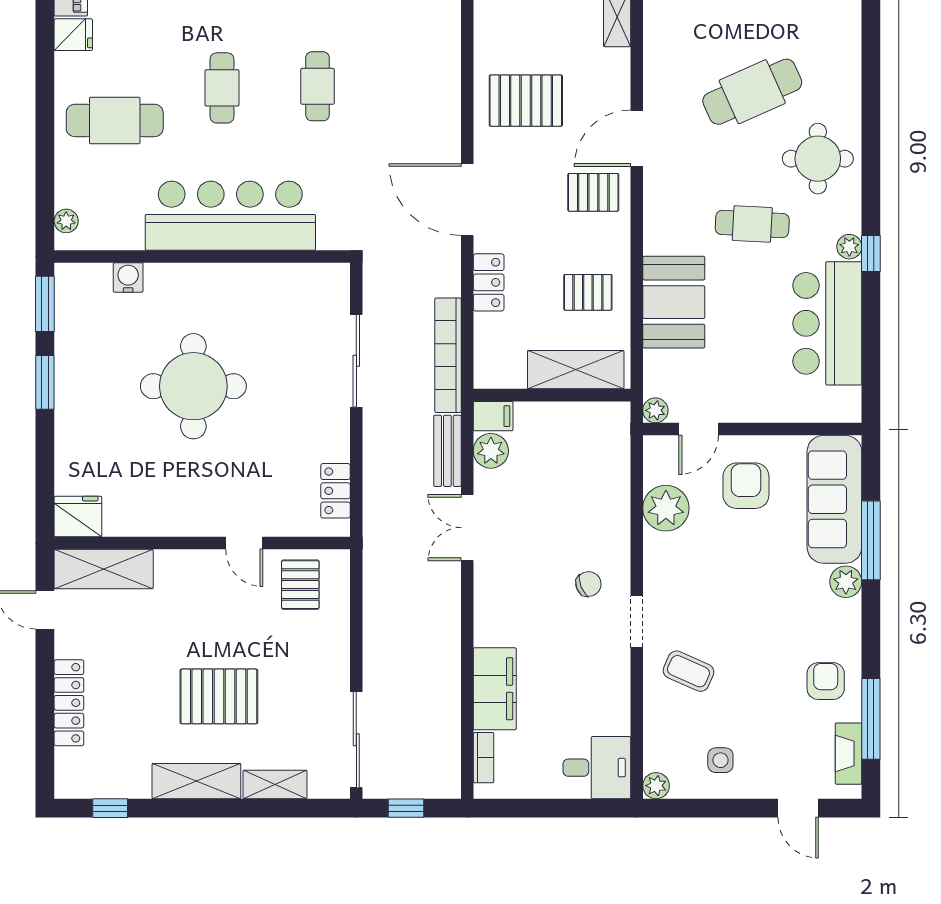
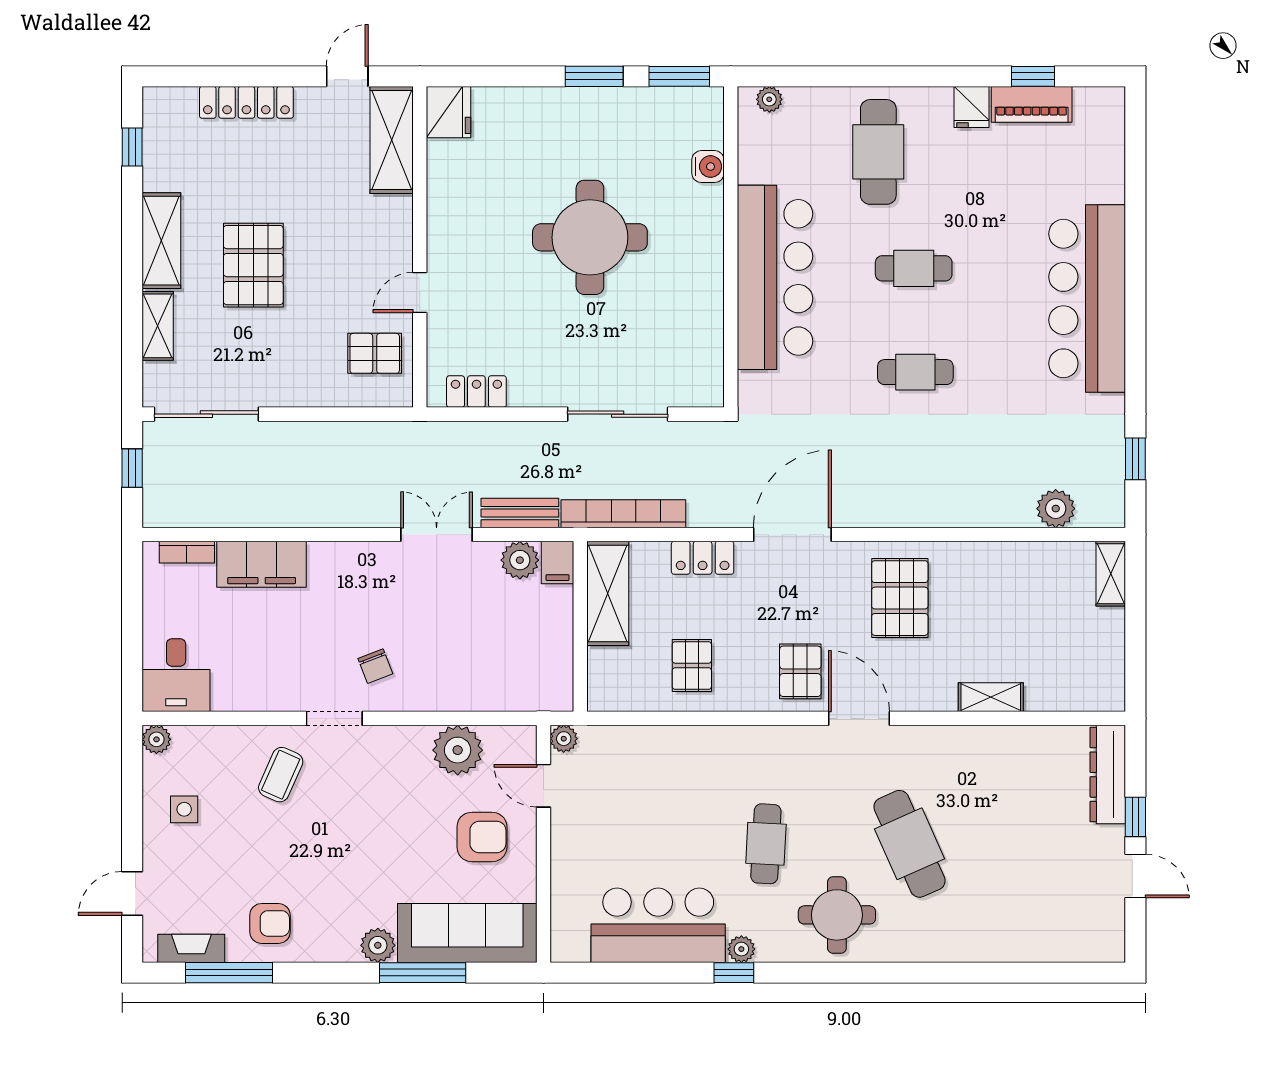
booth: (674, 302) -> (681, 759), removed
shelving: (576, 370) -> (608, 593), moved

